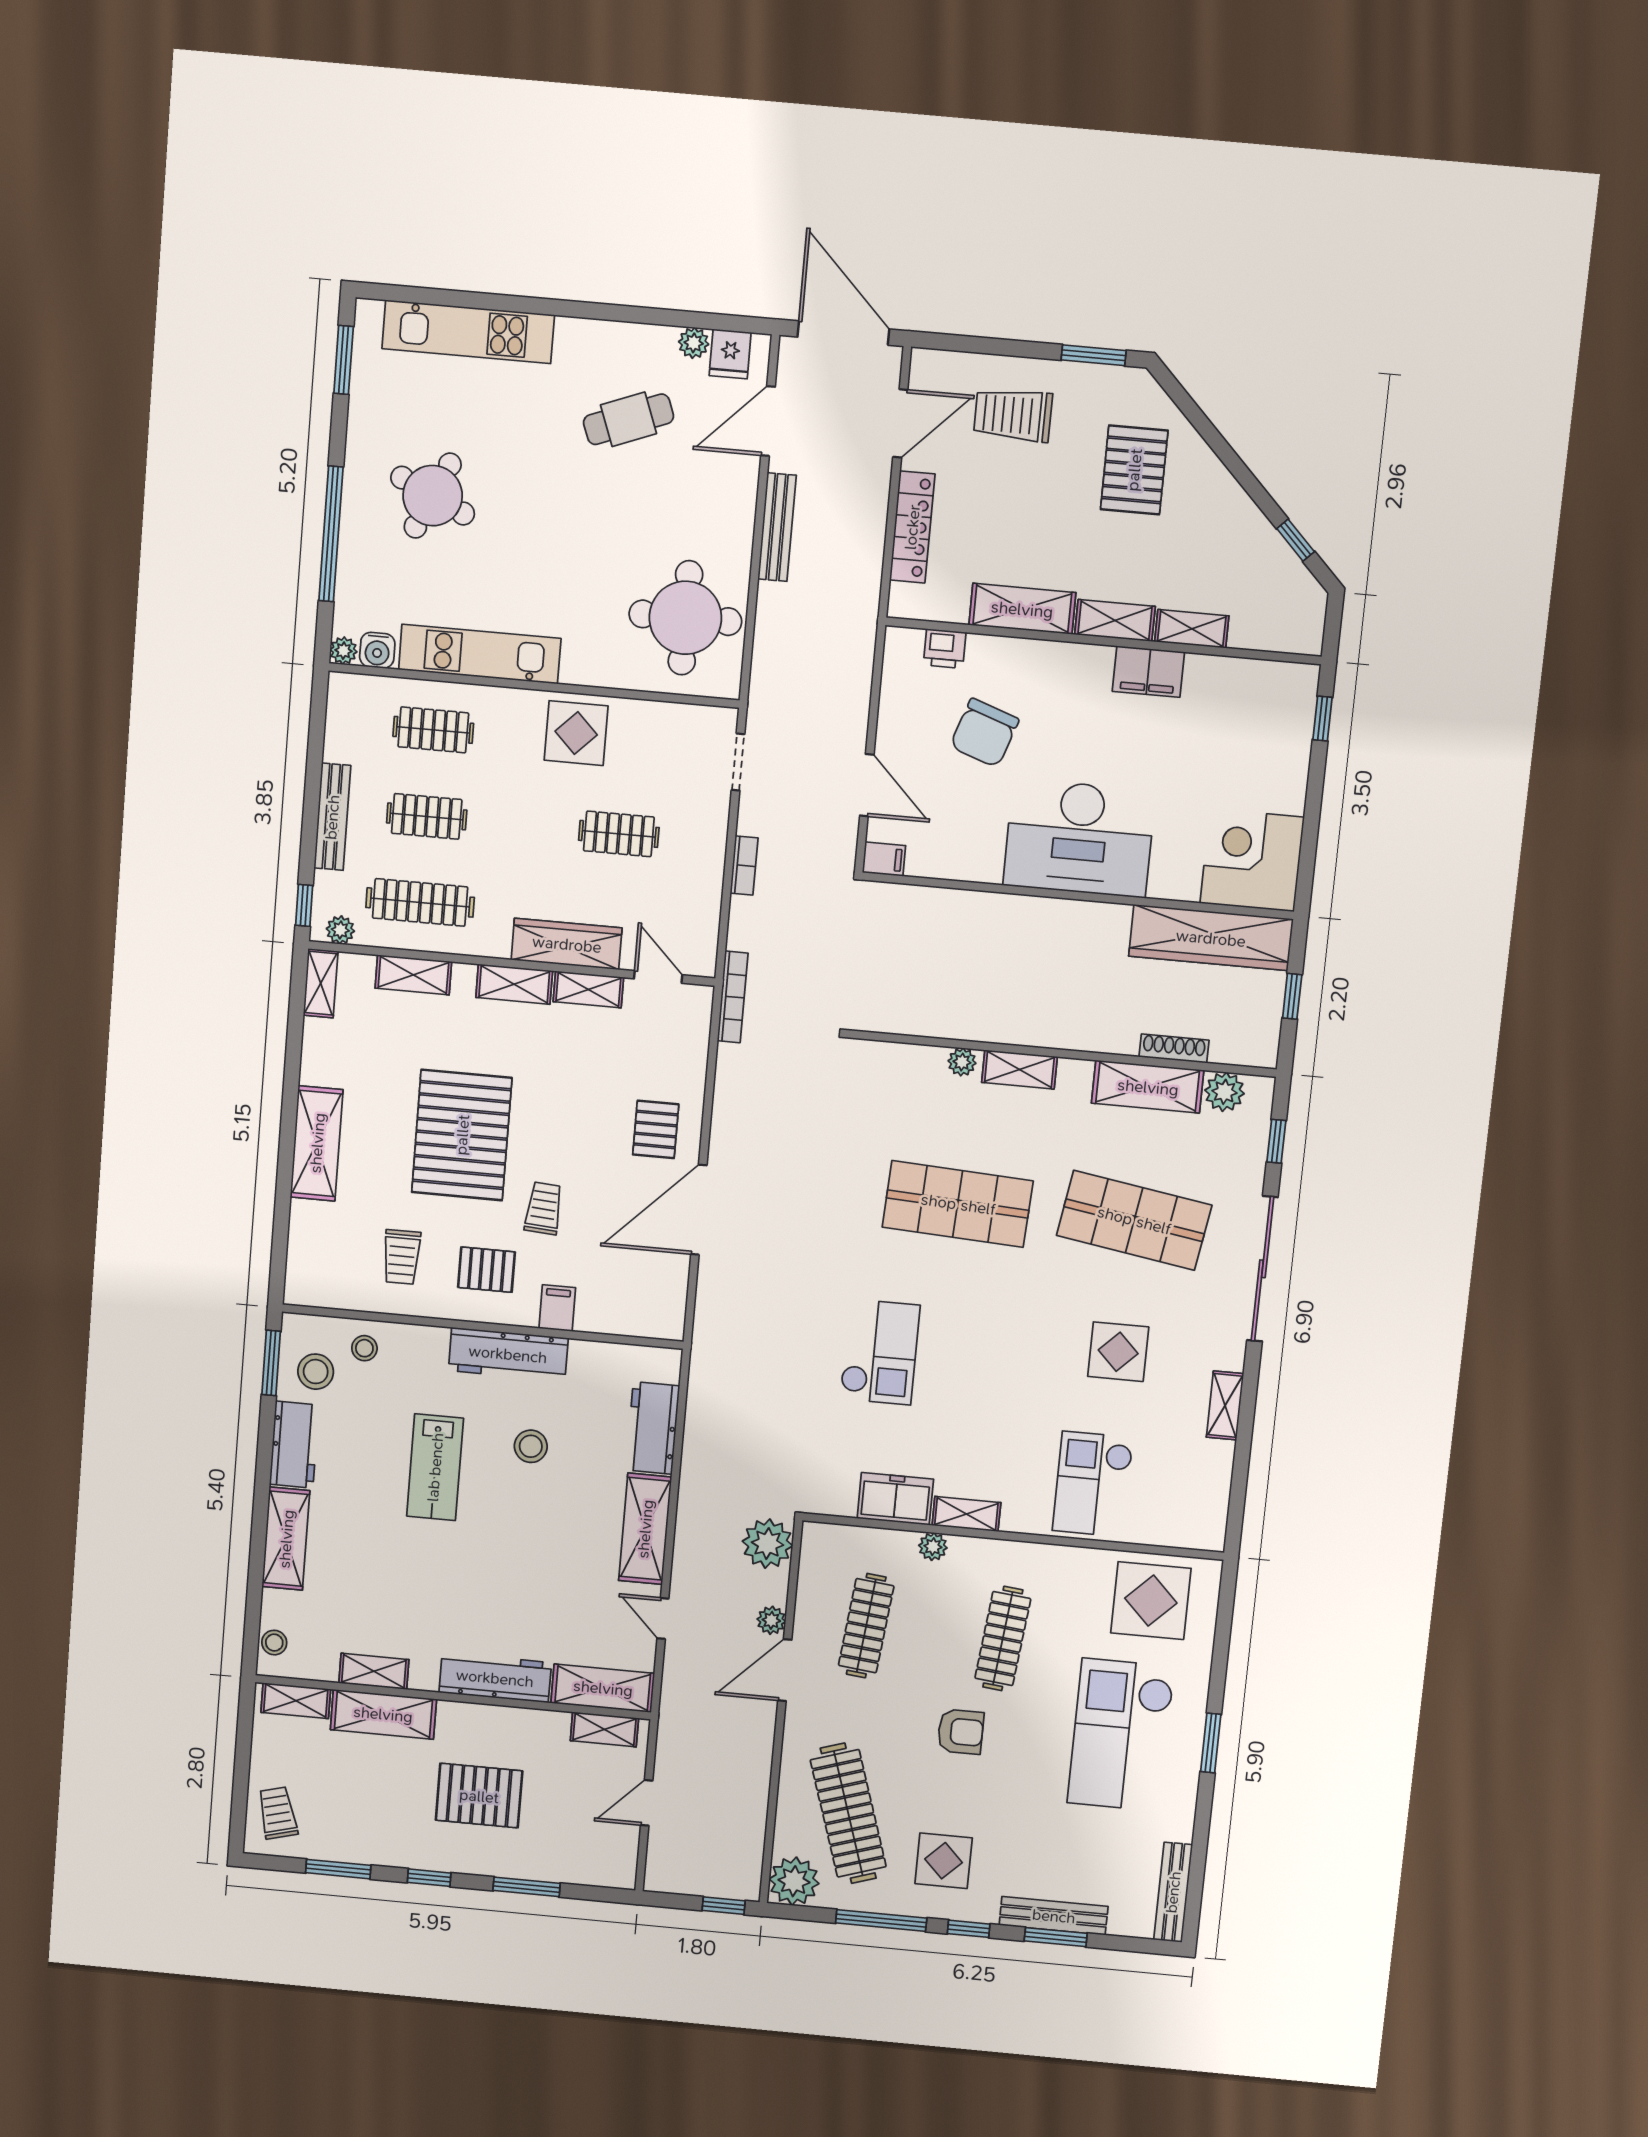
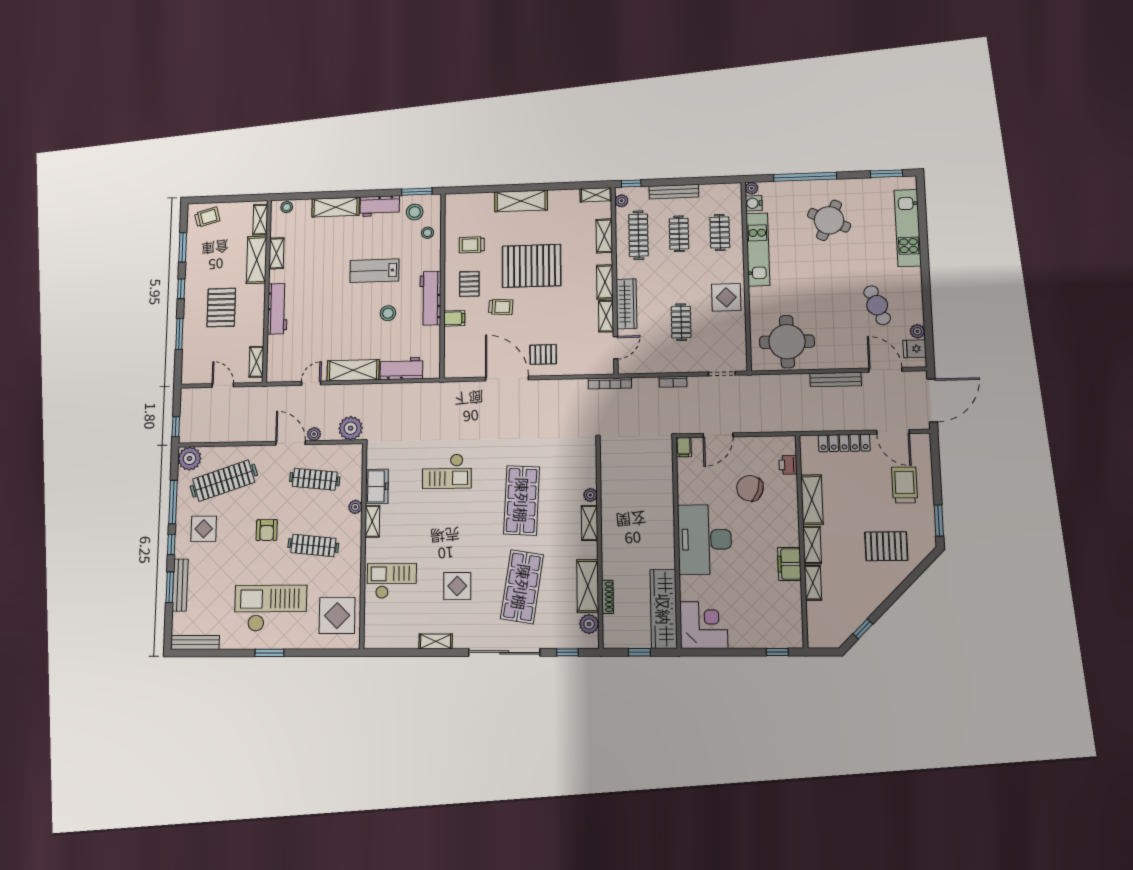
shelving: (603, 1688) -> (276, 359), removed

